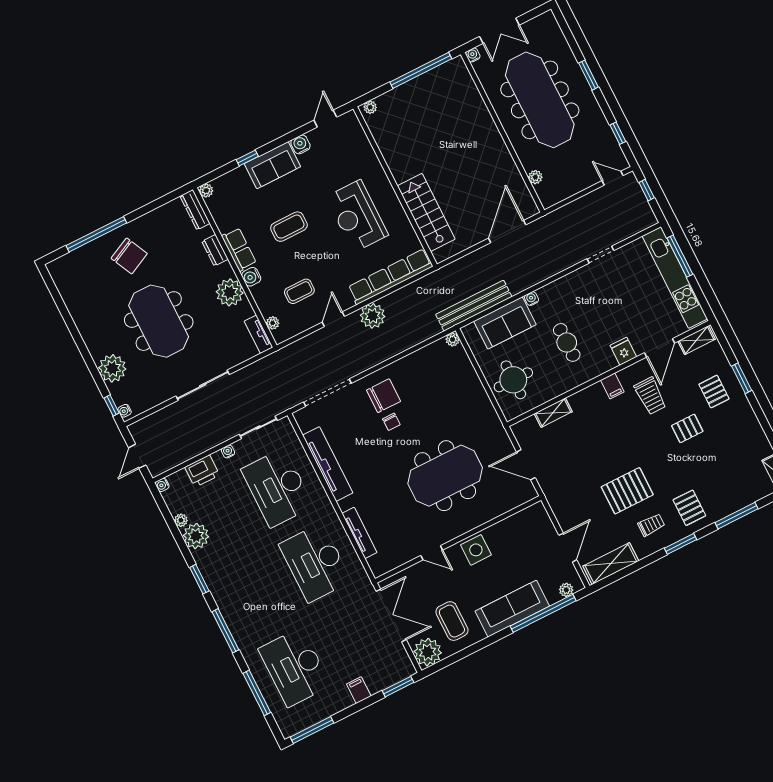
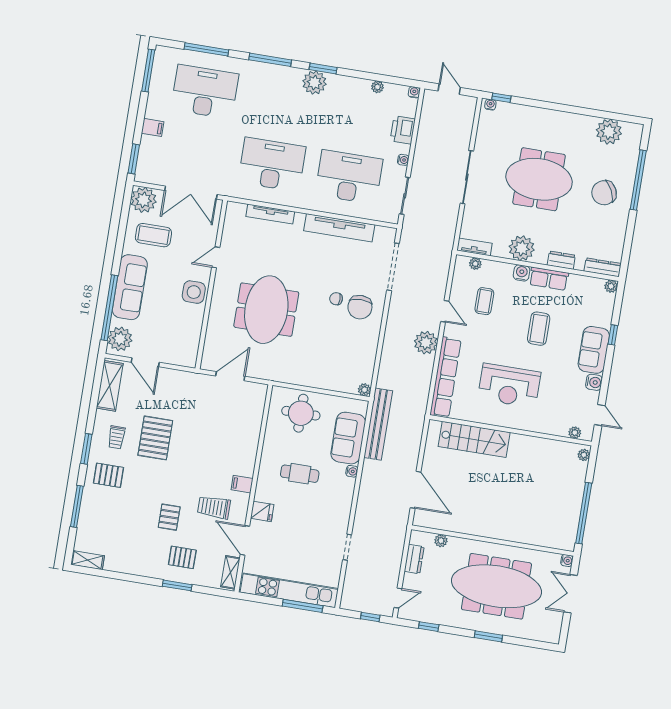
plant: (356, 129) -> (575, 433), added
dresser: (568, 189) -> (414, 559), added
reception desk: (357, 216) -> (509, 386), turned 180
plant: (112, 368) -> (609, 132), moved
shelving: (553, 413) -> (254, 425), removed
plant: (196, 536) -> (314, 83), moved
plant: (566, 590) -> (120, 339), width x1.88, depth x1.88

